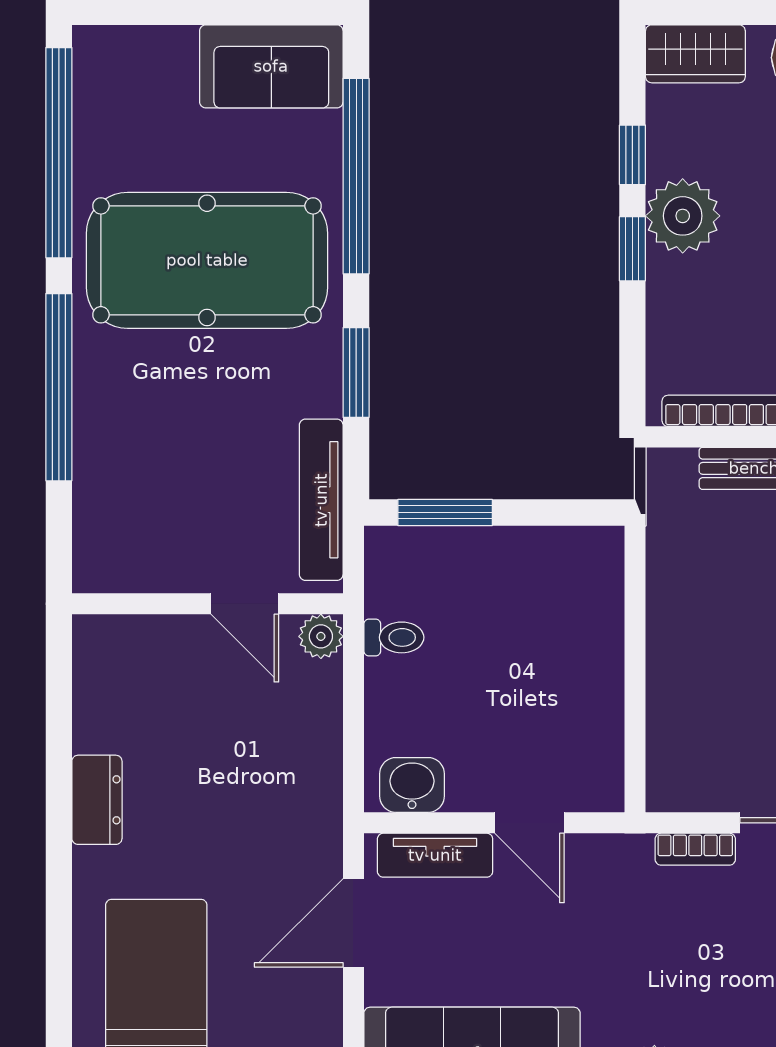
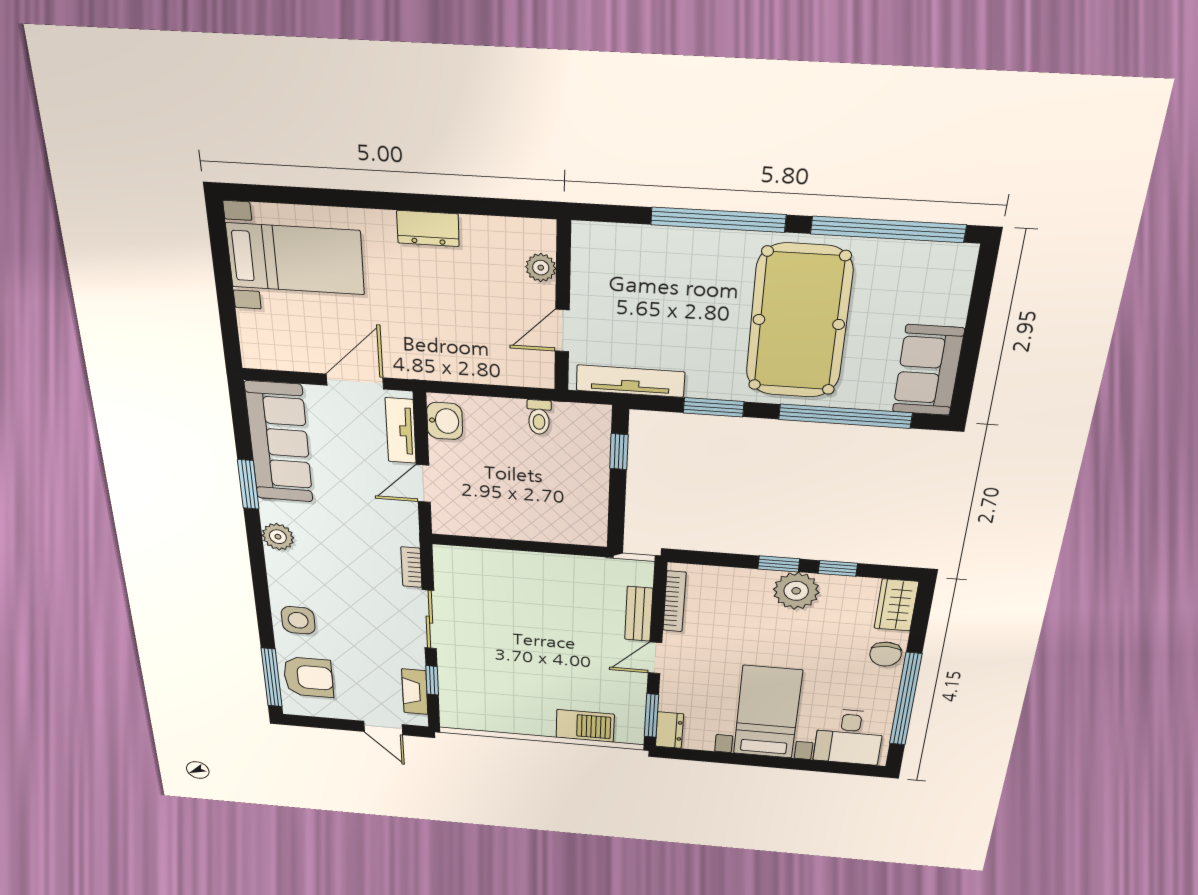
window: (445, 512) -> (619, 452), width x0.67
plant: (321, 636) -> (541, 268), moved
door: (353, 923) -> (355, 382), hinge flipped

